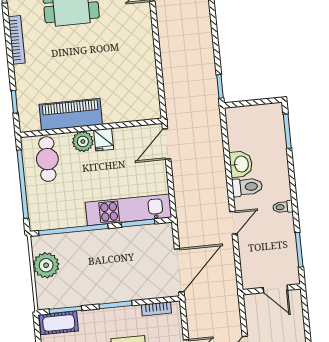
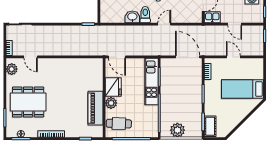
fridge: (104, 140) -> (113, 87), width x1.88, depth x1.34
door: (234, 223) -> (164, 24), hinge flipped
kitchen sink: (254, 307) -> (212, 17), added

